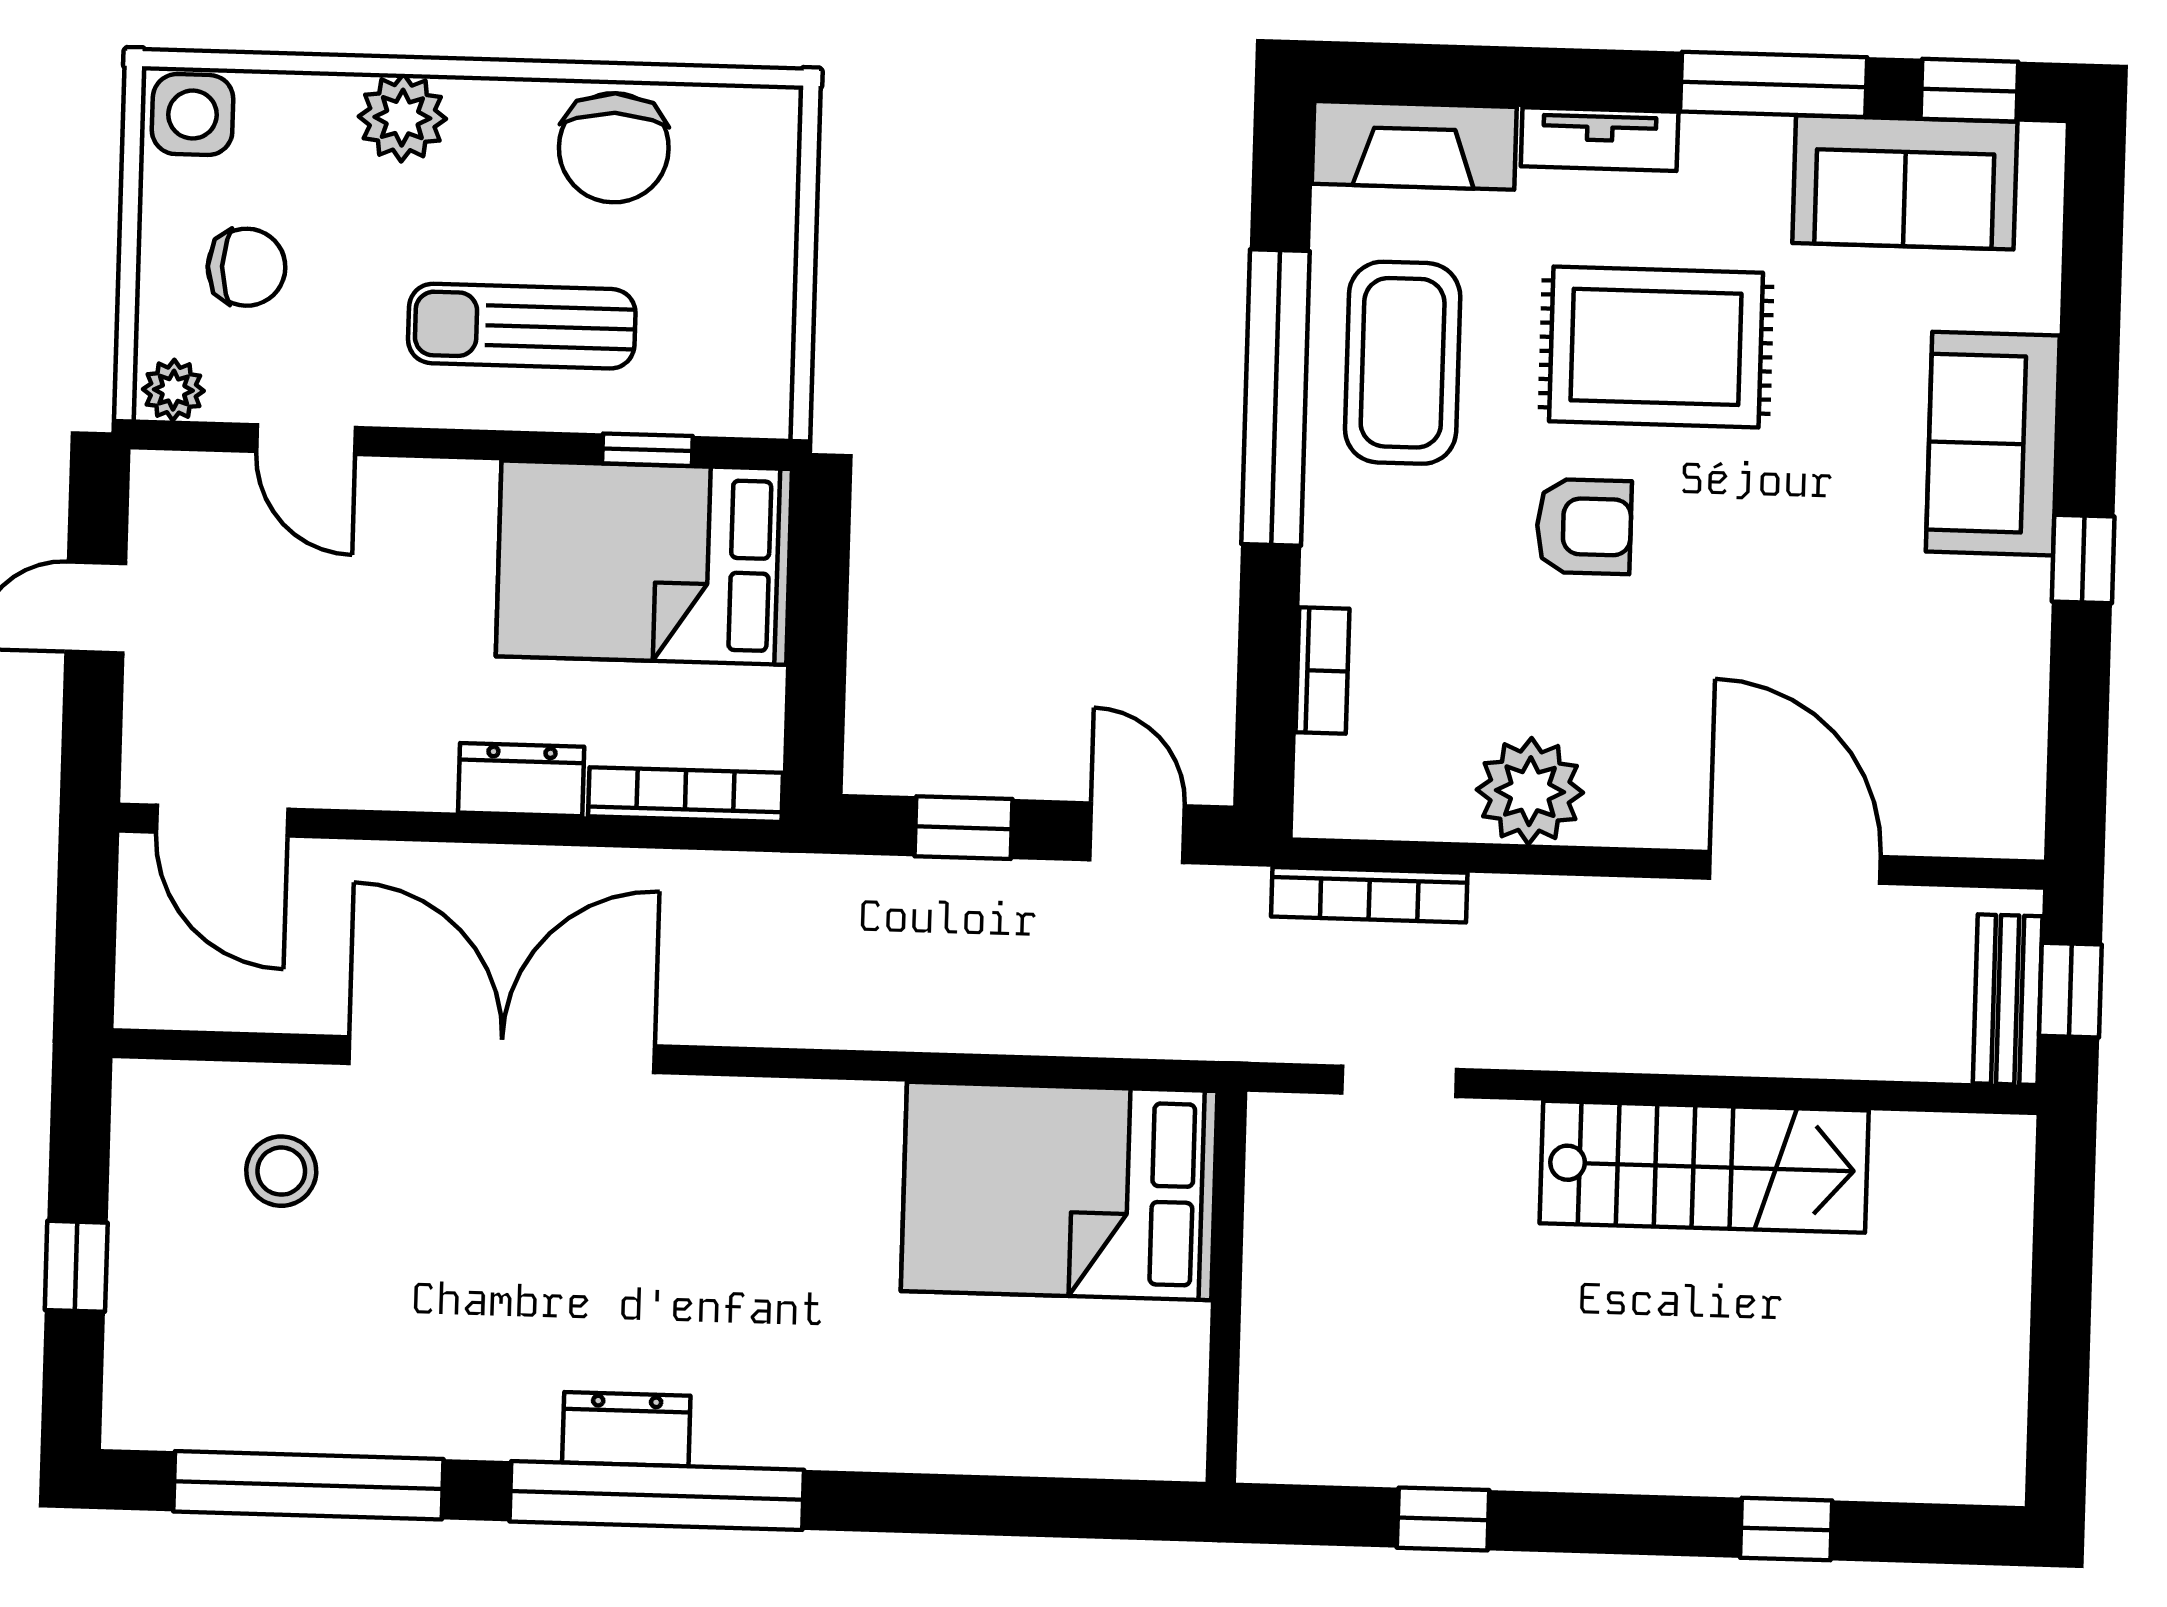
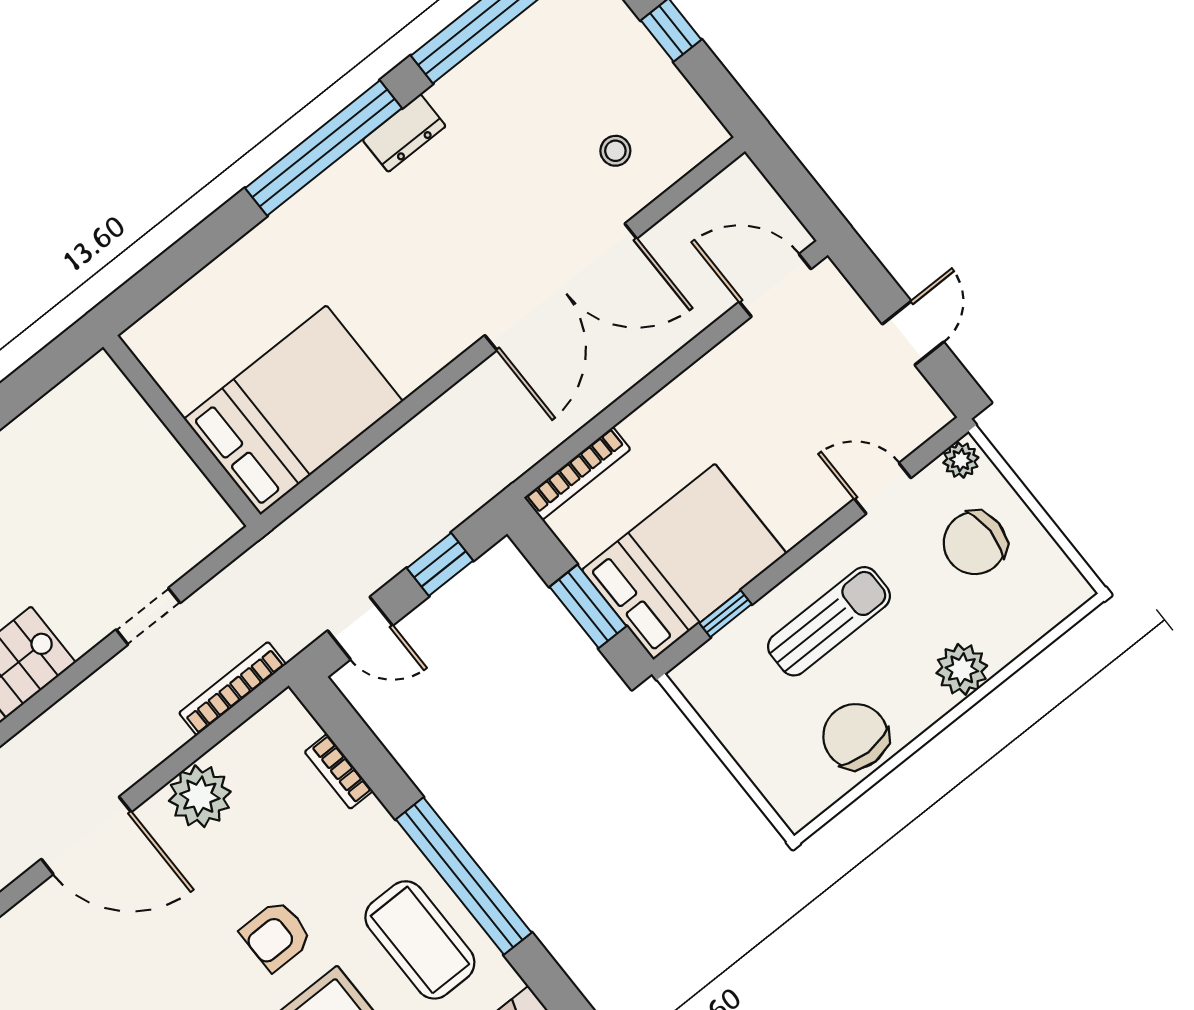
side table: (193, 115) -> (1057, 591), removed
chair: (247, 267) -> (975, 543), width x1.37, depth x1.37
window: (818, 610) -> (588, 606), added
dresser: (521, 780) -> (657, 418), removed
door: (1795, 867) -> (86, 835), moved
stool: (281, 1171) -> (615, 151), width x0.73, depth x0.73
bed: (1059, 1191) -> (293, 410), moved
wall: (1227, 1287) -> (182, 431), moved
dresser: (626, 1429) -> (404, 133), moved

